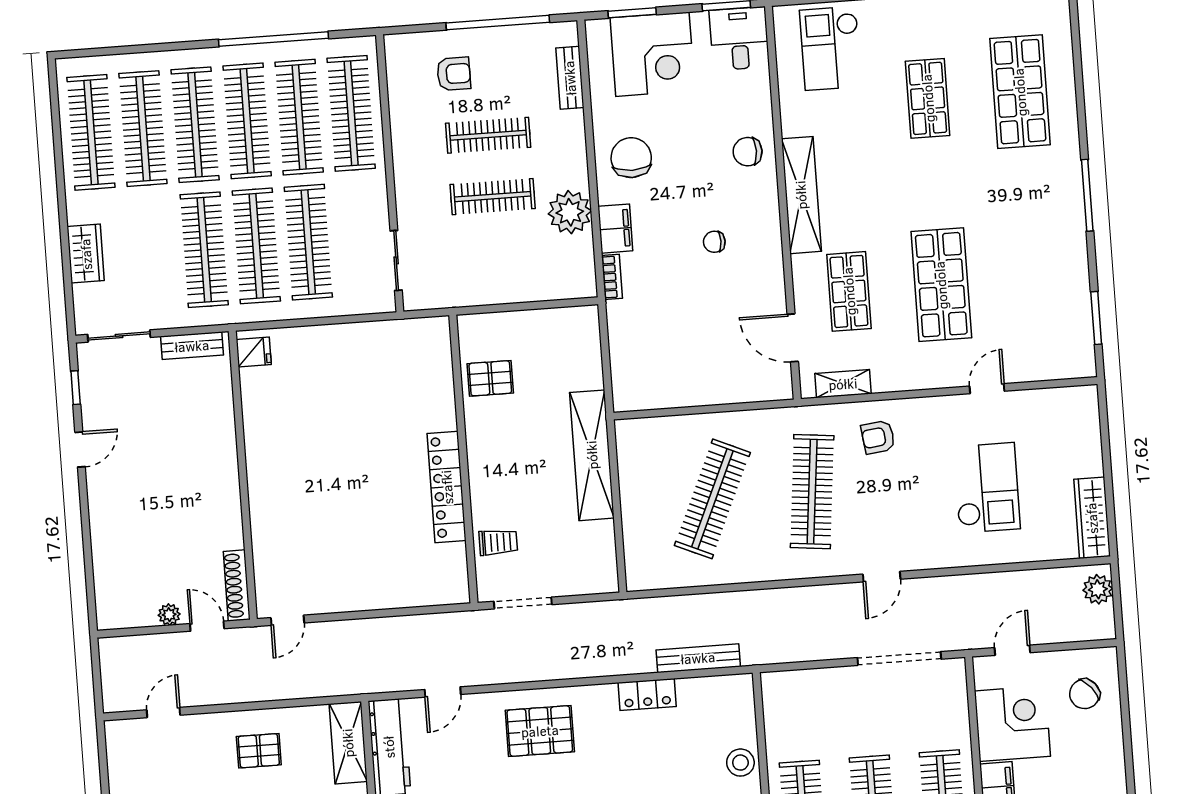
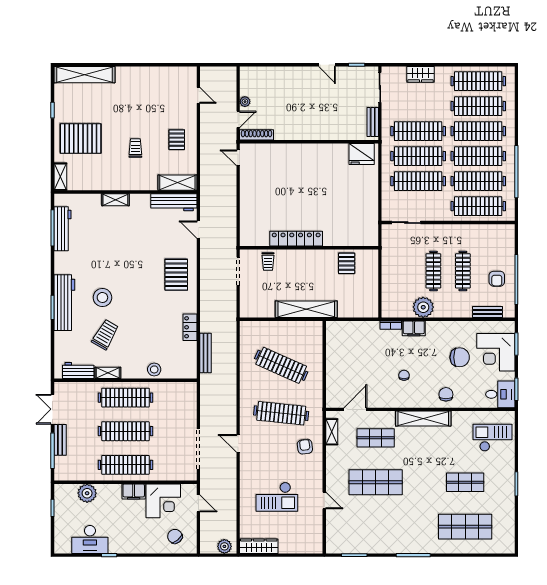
armchair: (454, 74) -> (497, 279), moved
chair: (631, 158) -> (460, 357), moved
fridge: (254, 352) -> (362, 154), width x1.88, depth x1.34

